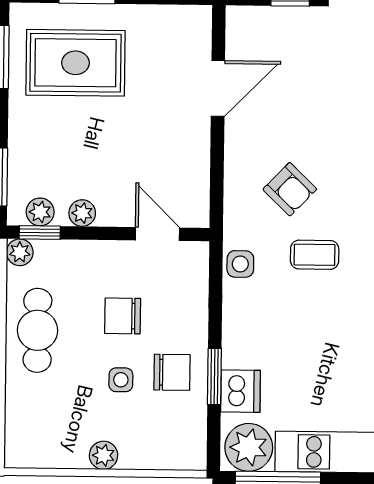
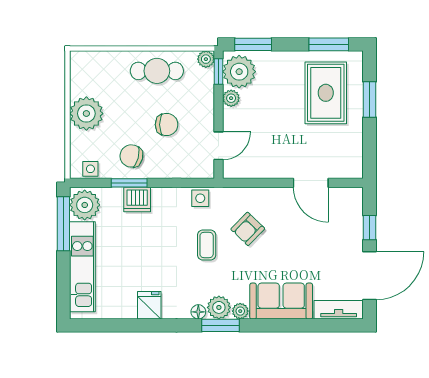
plant: (40, 212) -> (239, 72), width x1.87, depth x1.87
chair: (123, 316) -> (167, 125), turned 90
chair: (172, 372) -> (131, 156), turned 105
side table: (121, 380) -> (90, 169), moved
dishwasher: (241, 391) -> (137, 199), moved
plant: (104, 455) -> (86, 114), width x1.88, depth x1.88

